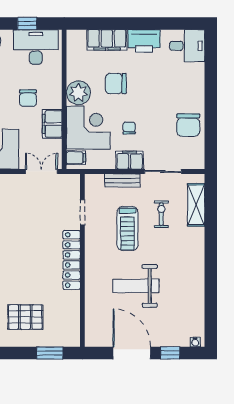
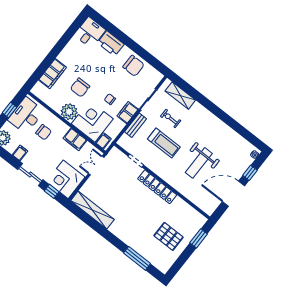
printer: (144, 41) -> (111, 44), moved, turned 90
chair: (28, 98) -> (44, 132), moved
pallet: (25, 317) -> (169, 236), turned 90

